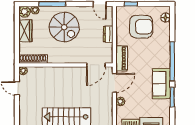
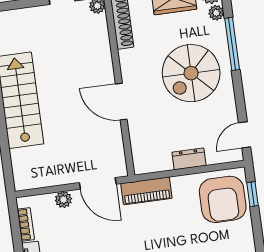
armchair: (141, 27) -> (223, 199), moved
door: (96, 65) -> (121, 102), moved

